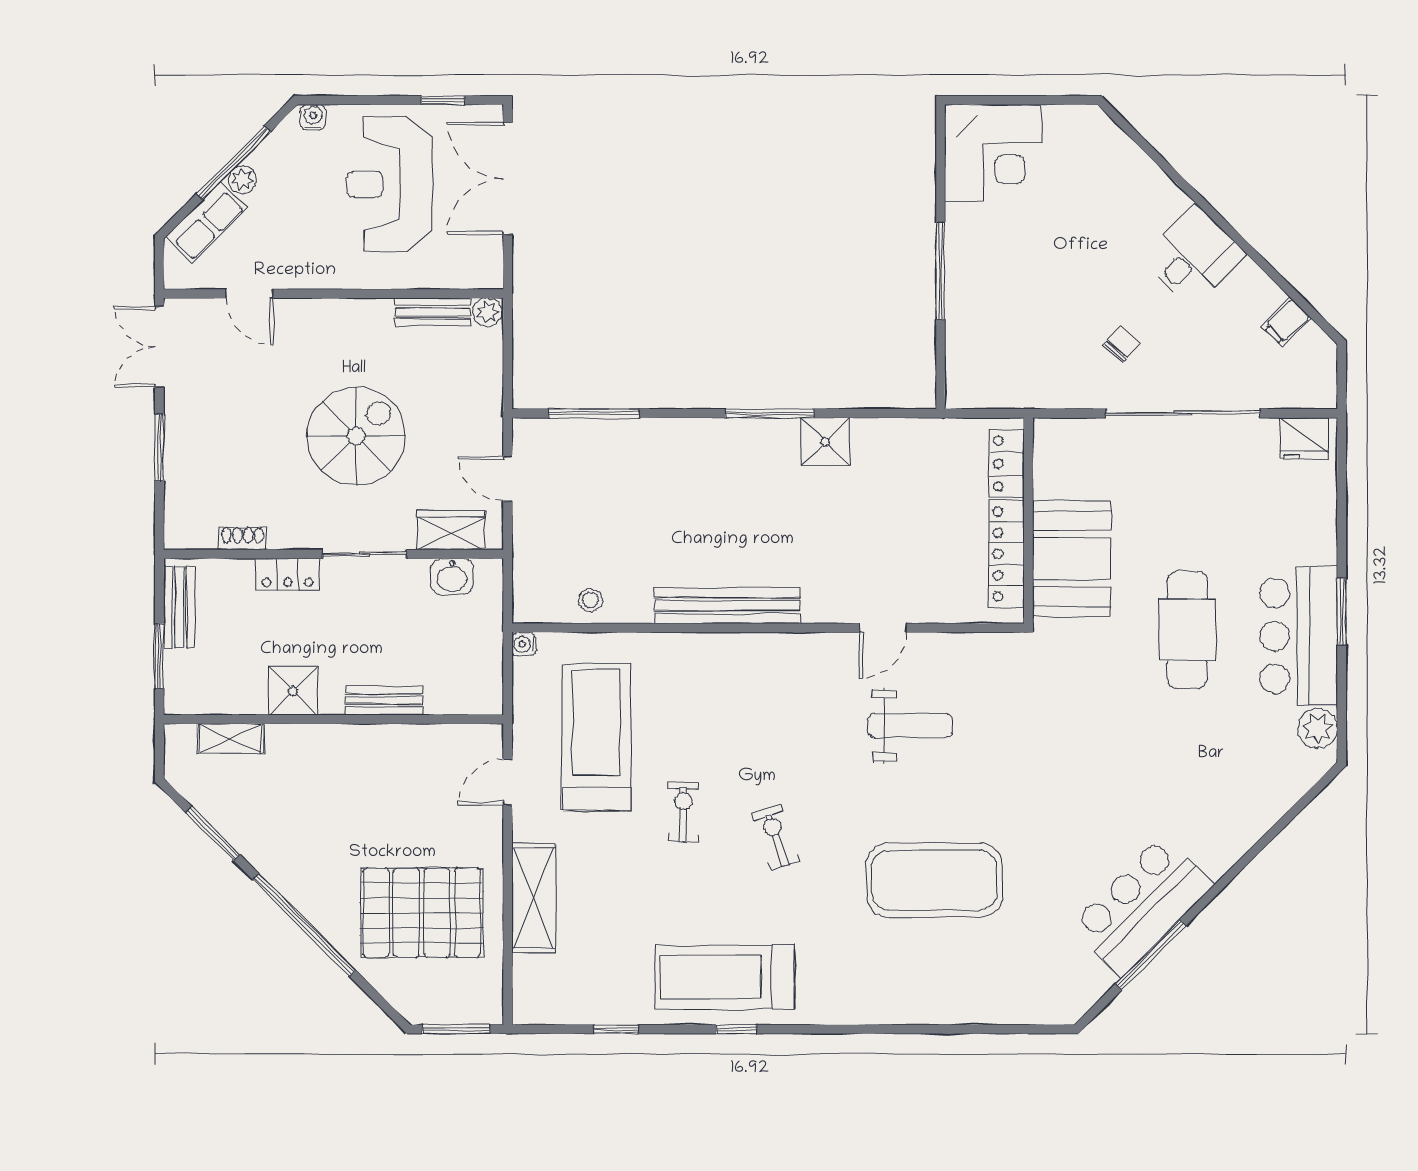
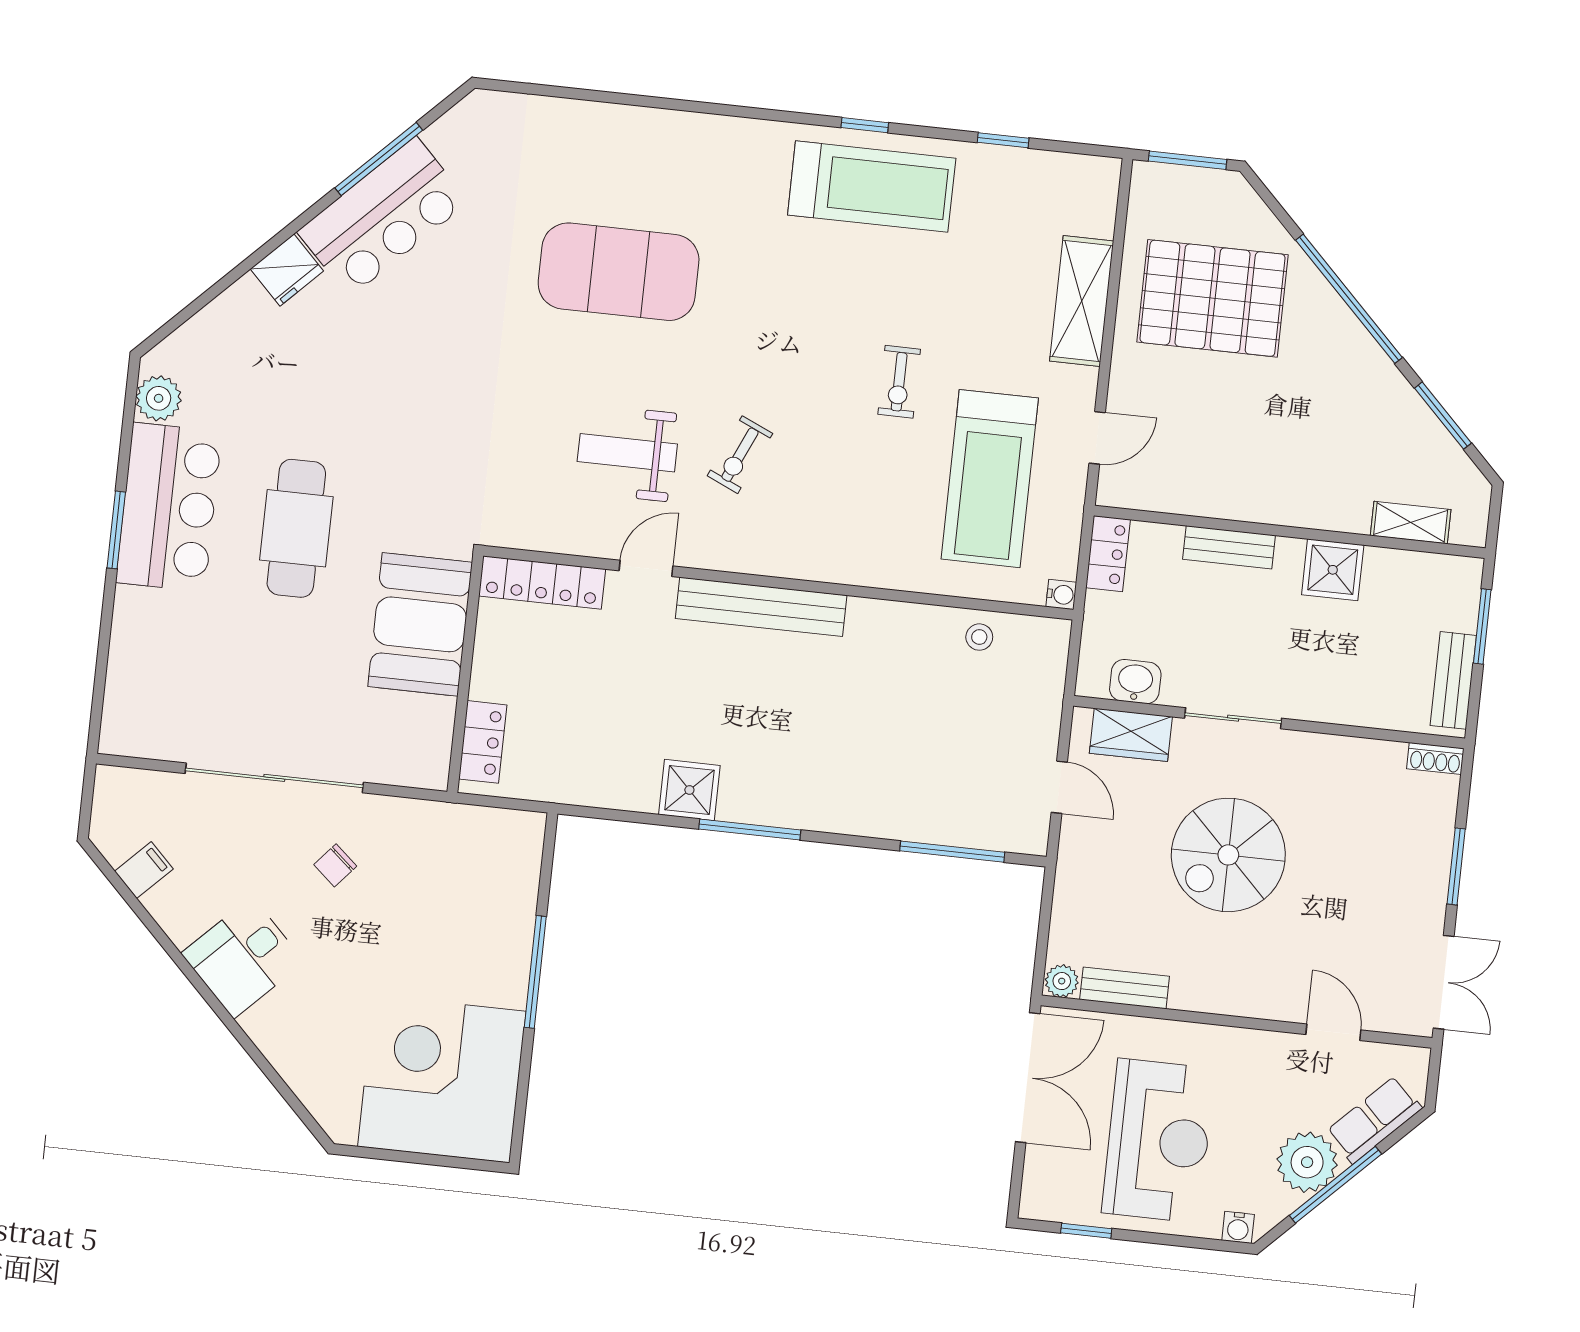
corner desk: (993, 153) -> (442, 1079), width x1.36, depth x1.36
double door: (508, 178) -> (1028, 1078), moved
plant: (242, 180) -> (1307, 1162), width x1.87, depth x1.87
fridge: (1304, 438) -> (287, 270), moved, turned 135
shoe rack: (243, 538) -> (1435, 758), moved
locker: (1007, 554) -> (542, 583), moved, turned 90
locker: (288, 574) -> (1108, 554), moved, turned 90
bench: (727, 606) -> (761, 607), moved
exercise bike: (776, 837) -> (740, 455), moved, turned 43

